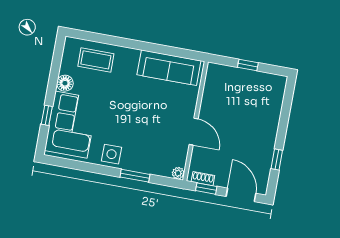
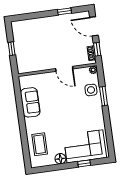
sofa: (169, 68) -> (30, 102), width x0.73
door: (194, 132) -> (64, 69), swing flipped
side table: (112, 154) -> (91, 90), moved
door: (241, 195) -> (94, 26), hinge flipped

